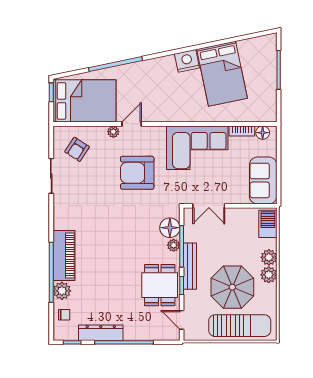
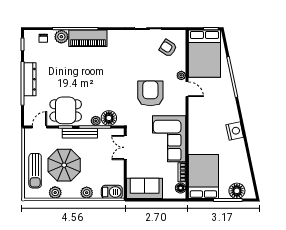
floor lamp: (266, 58) -> (237, 191), added
bed: (222, 74) -> (203, 177), moved, turned 102
plant: (269, 275) -> (55, 193), moved
sun lounger: (240, 326) -> (35, 171), width x0.73, depth x0.75
dresser: (101, 333) -> (30, 79), moved

